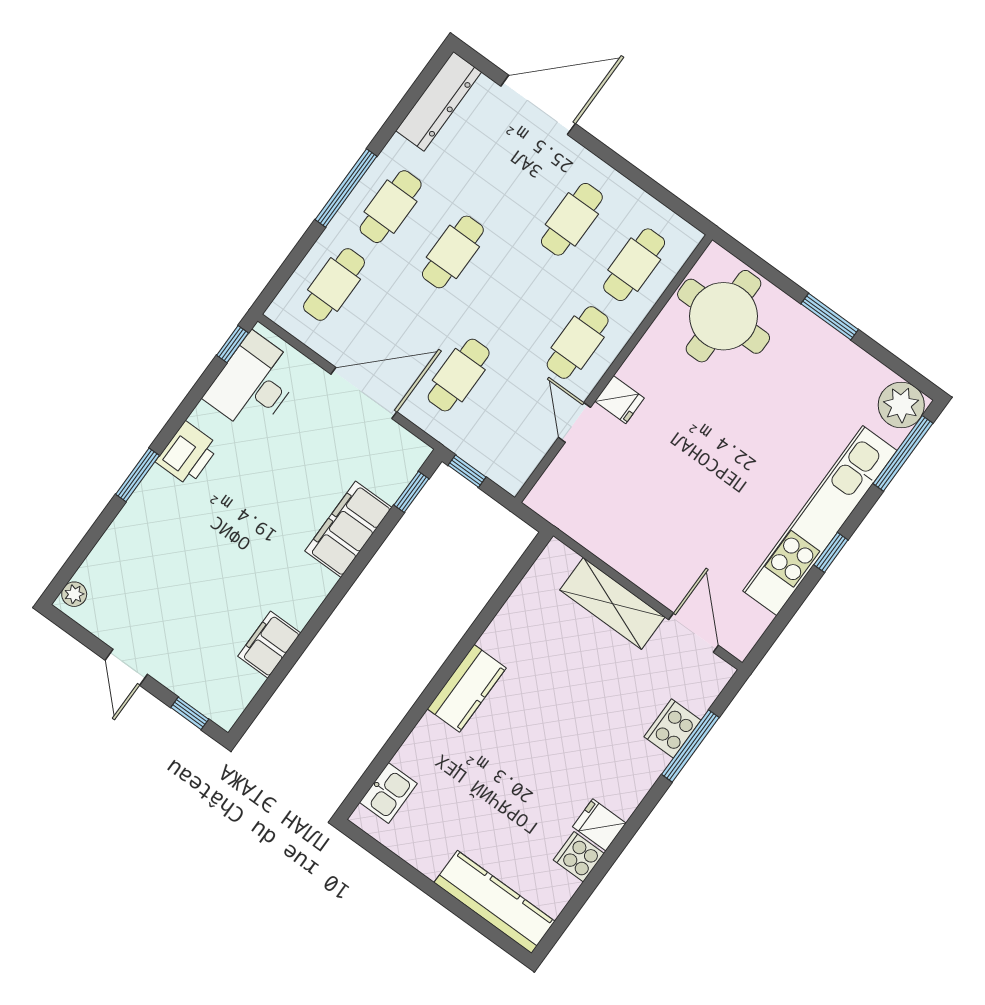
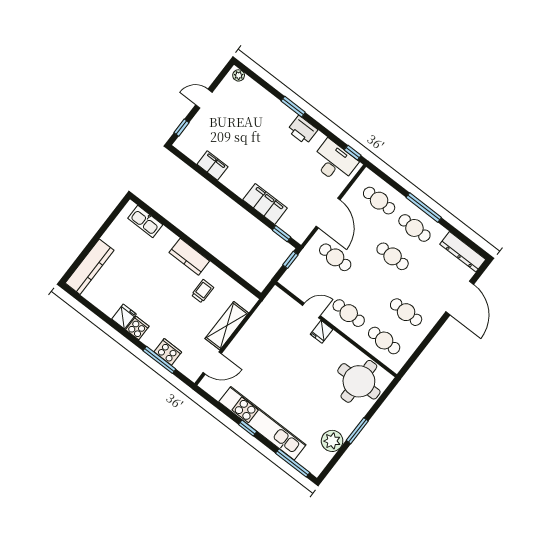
plant: (901, 405) -> (332, 441), moved
trolley: (540, 658) -> (203, 291), added
kitchen sink: (388, 793) -> (145, 221), width x1.38
cooker: (579, 857) -> (137, 328), moved

